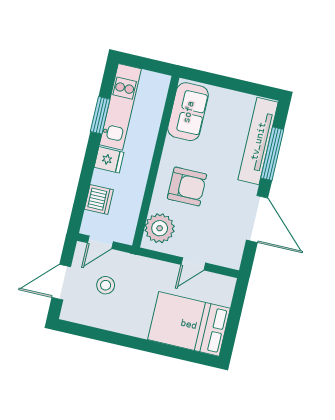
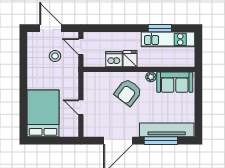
fridge: (109, 160) -> (130, 59), moved, turned 180
armchair: (187, 186) -> (128, 92), turned 37
dishwasher: (99, 199) -> (114, 59), moved, turned 180
plant: (160, 228) -> (151, 77), moved, width x0.53, depth x0.53

